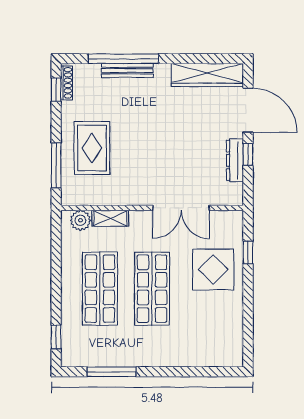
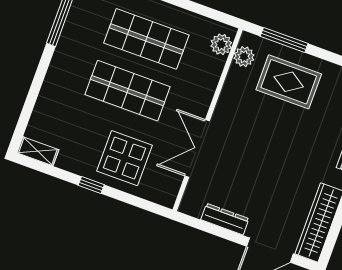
window: (248, 155) -> (226, 234), removed
plant: (84, 196) -> (244, 57), added
shelving: (110, 218) -> (38, 151), moved, turned 90
window: (248, 252) -> (91, 185), moved

